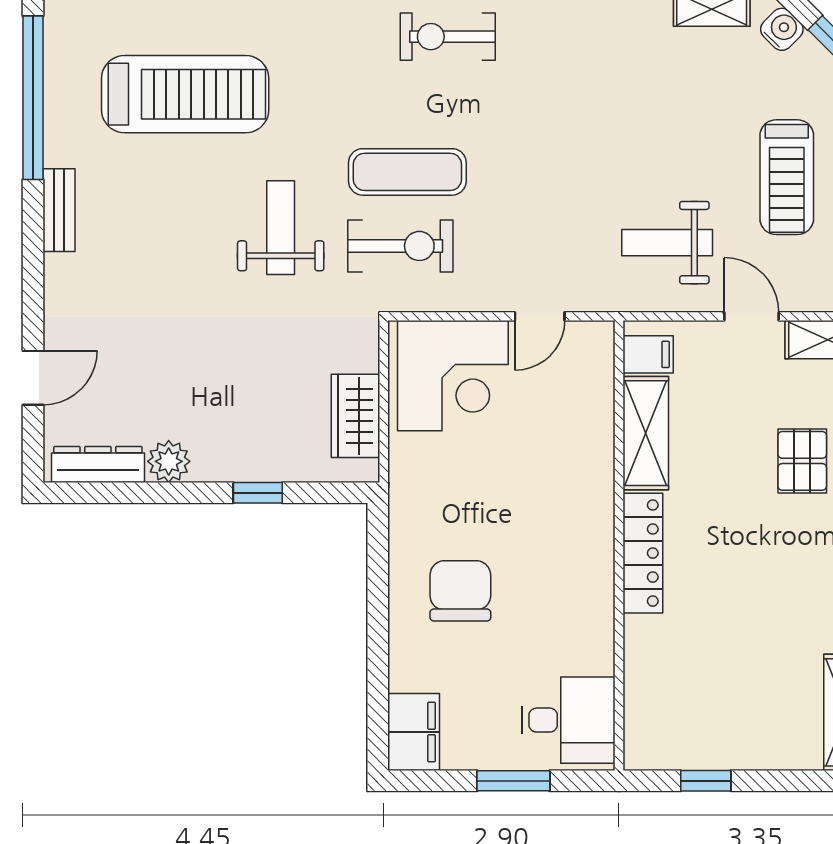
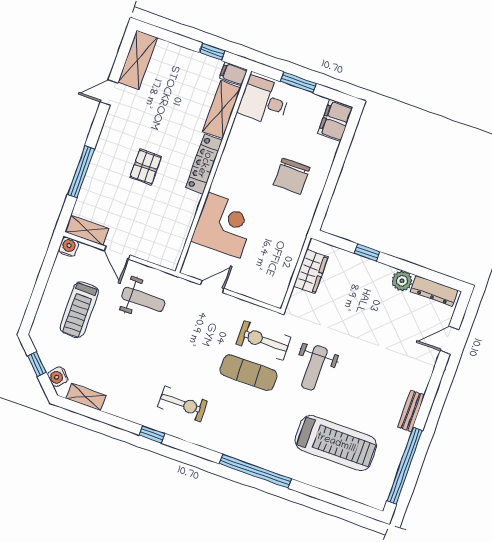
exercise bike: (448, 37) -> (183, 404), moved
treadmill: (185, 94) -> (336, 443), turned 180
treadmill: (787, 177) -> (79, 310), turned 180
filing cabinet: (648, 354) -> (233, 74), moved
corner desk: (453, 376) -> (224, 225), moved, turned 90
shelving: (646, 433) -> (222, 110), moved
pallet: (802, 461) -> (146, 167), moved

